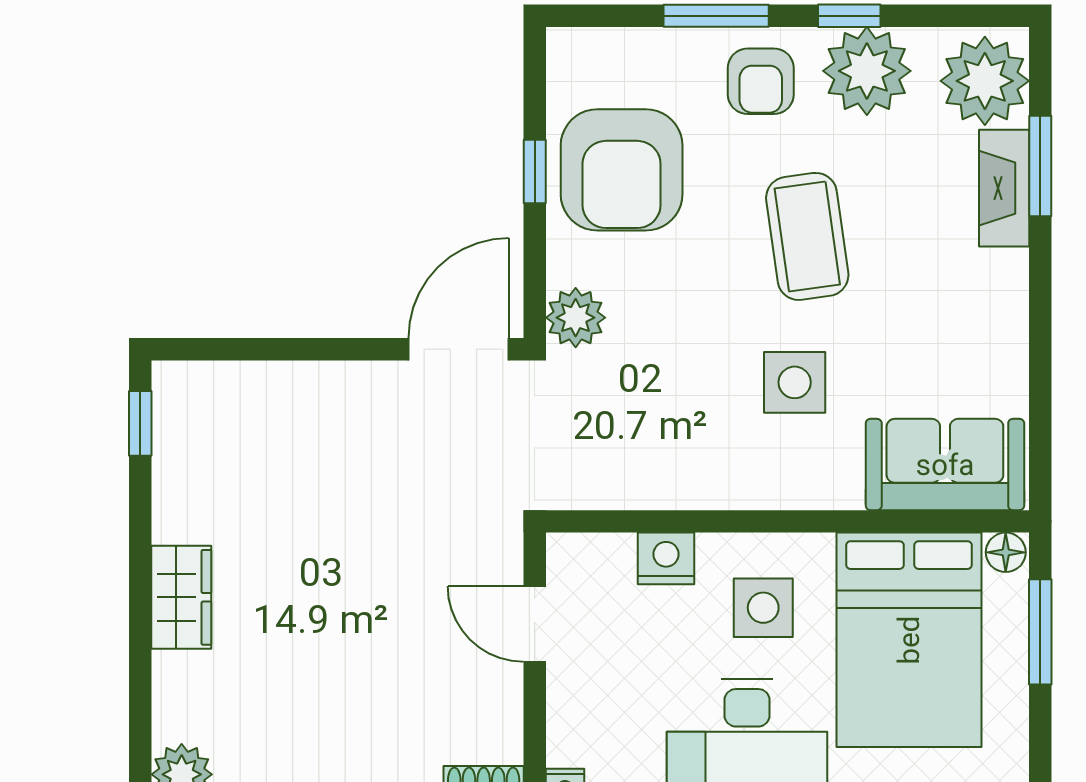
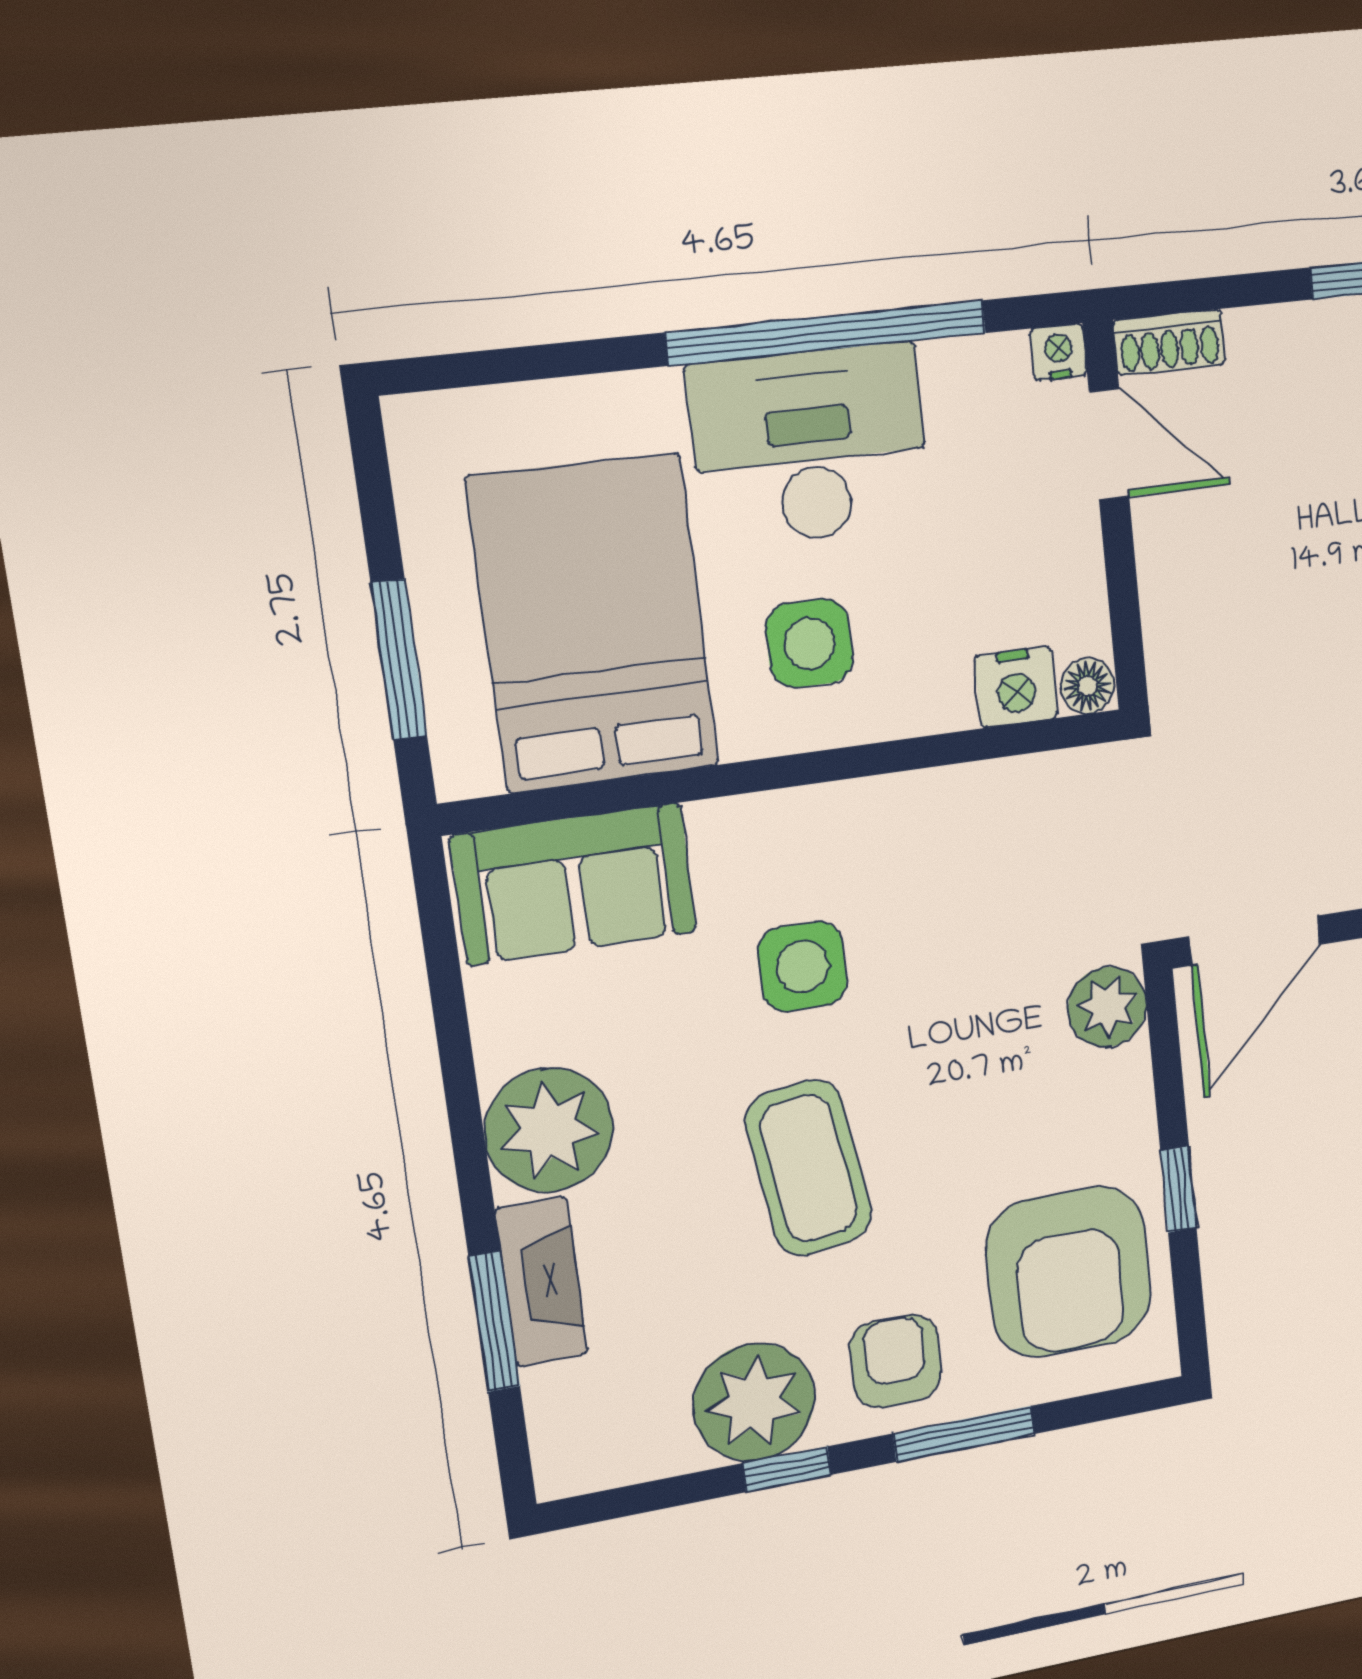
plant: (985, 81) -> (549, 1130), moved
armchair: (622, 170) -> (1069, 1272), moved, turned 180
floor lamp: (1006, 552) -> (1088, 686), moved
nightstand: (666, 558) -> (1016, 687), moved
door: (535, 624) -> (1109, 444), moved

